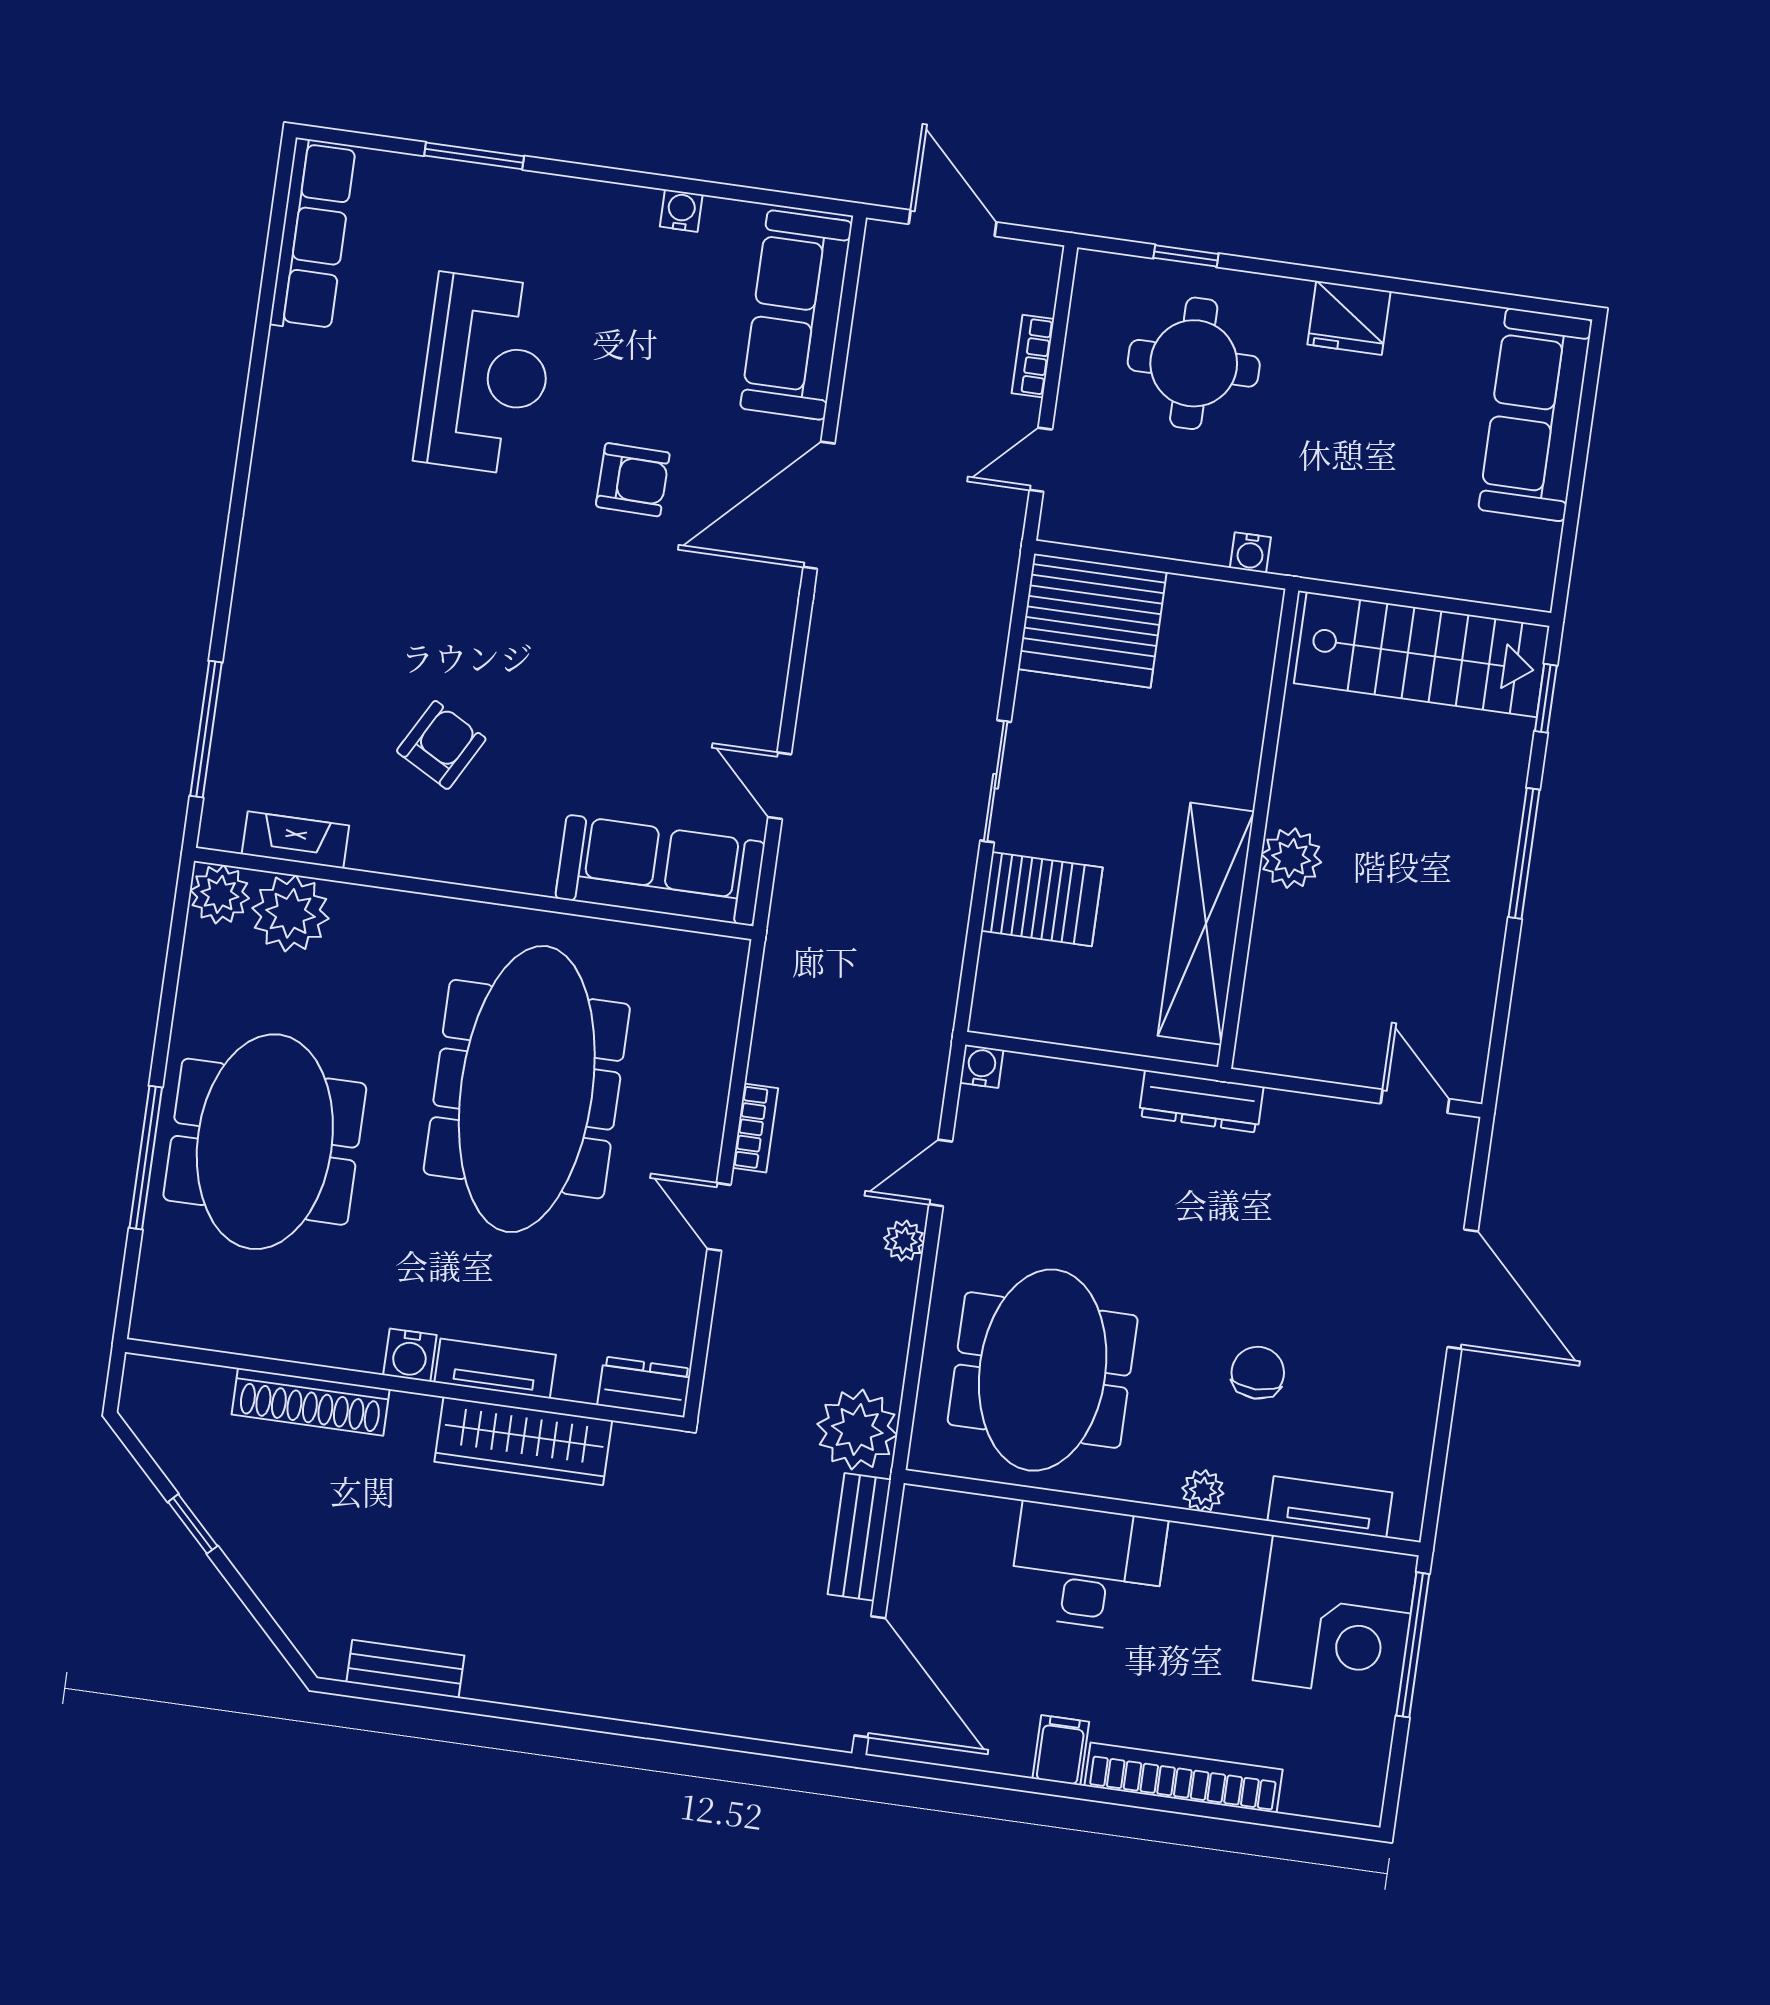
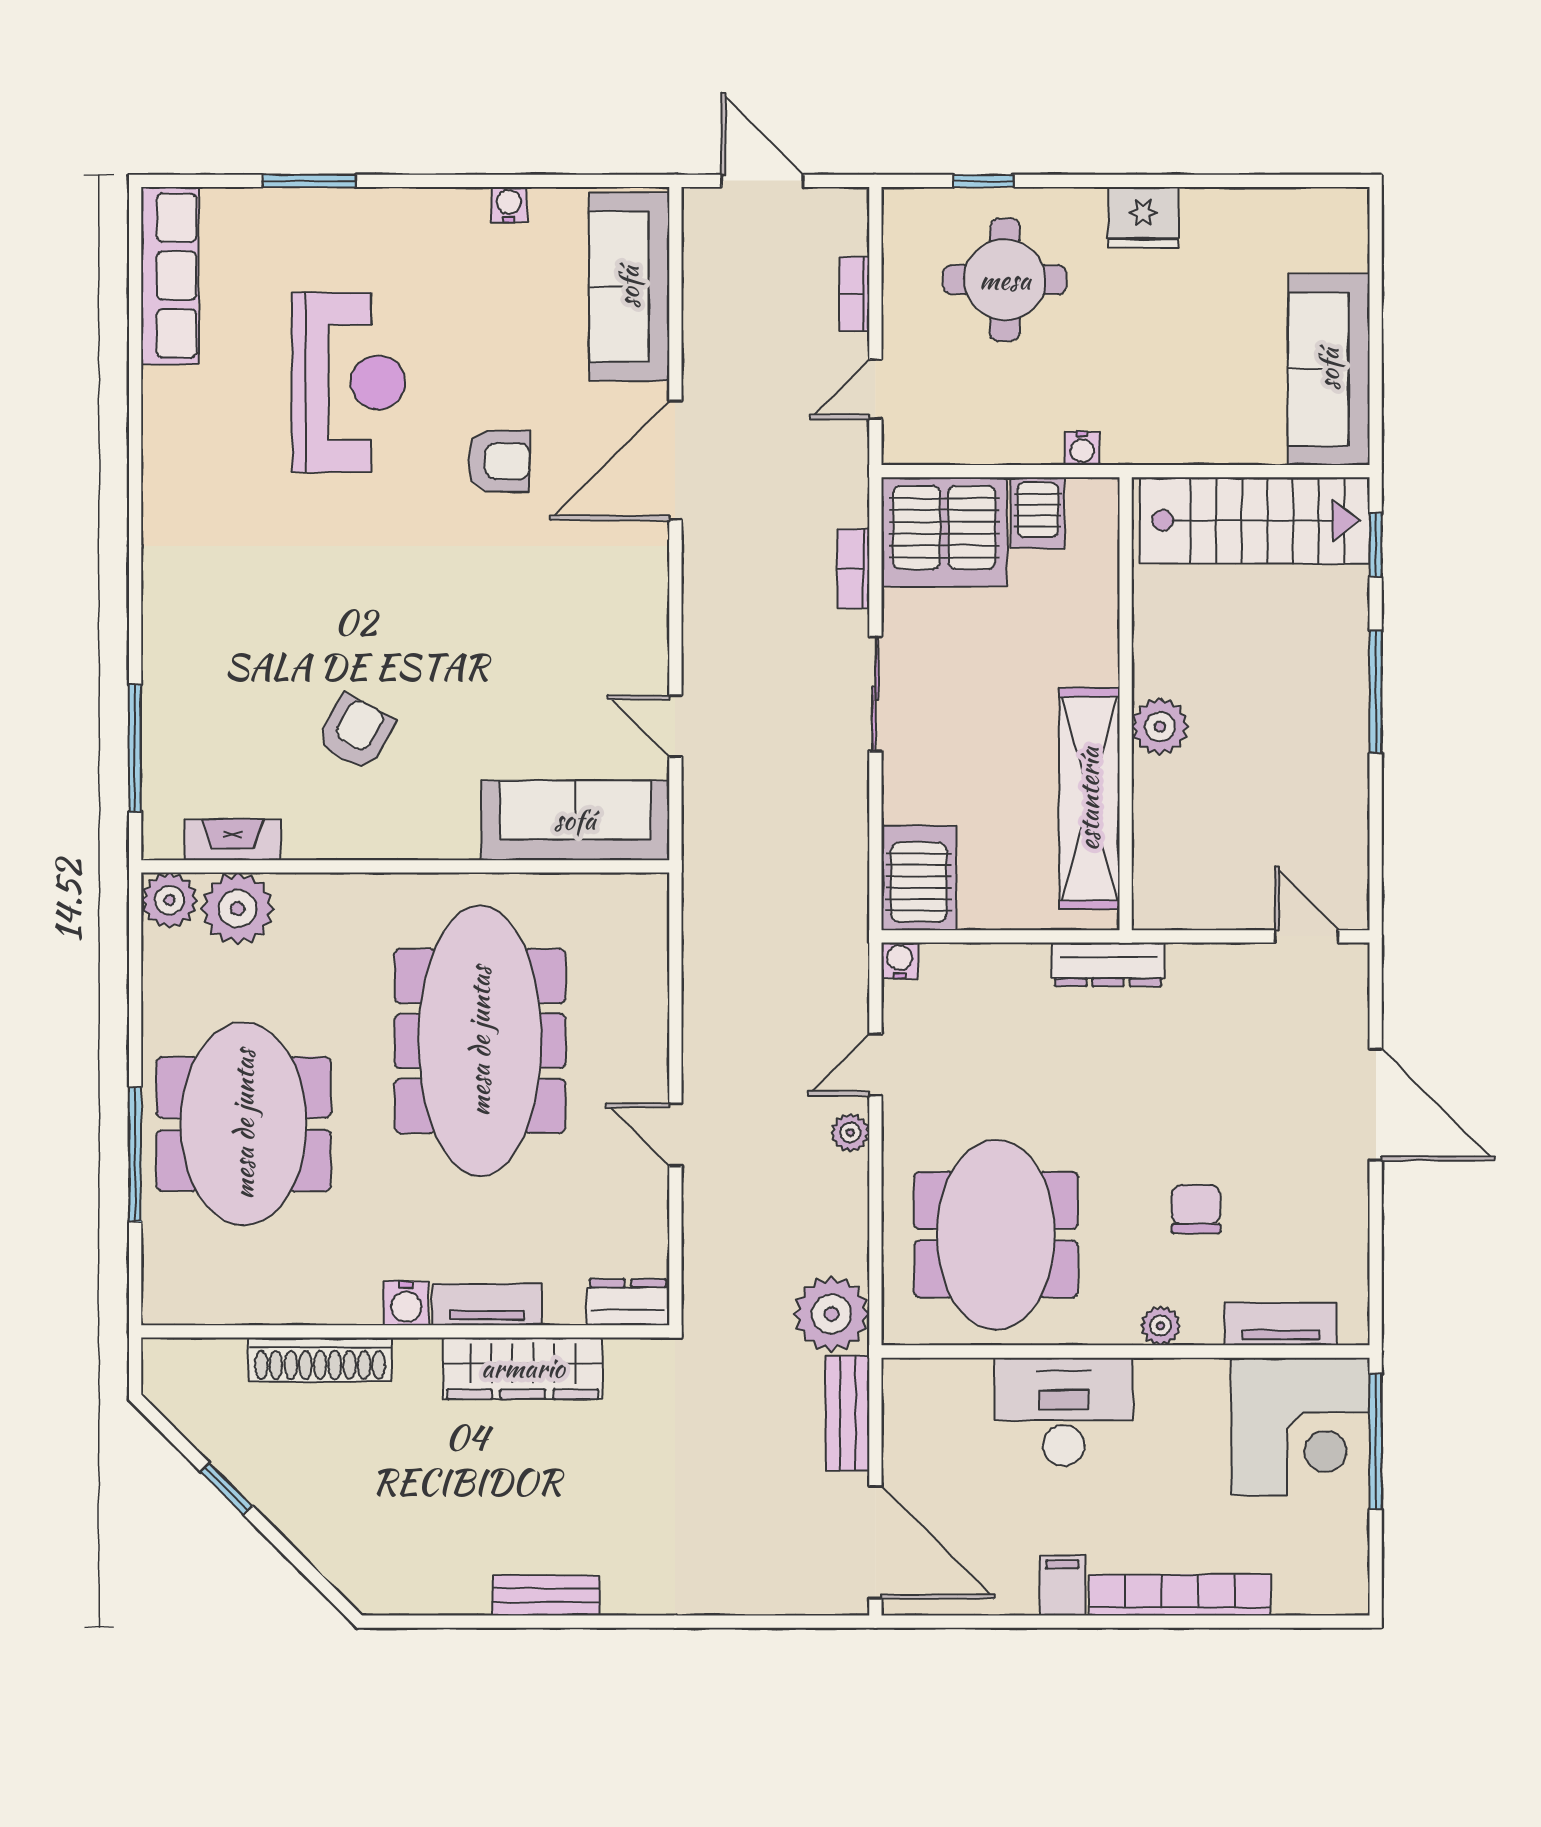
sofa: (1535, 415) -> (1329, 369), moved
server rack: (1194, 614) -> (1038, 513), added
server rack: (1042, 899) -> (919, 878), moved, turned -90
bookcase: (755, 1128) -> (853, 569), moved, turned 180
bench: (405, 1669) -> (546, 1595), moved

